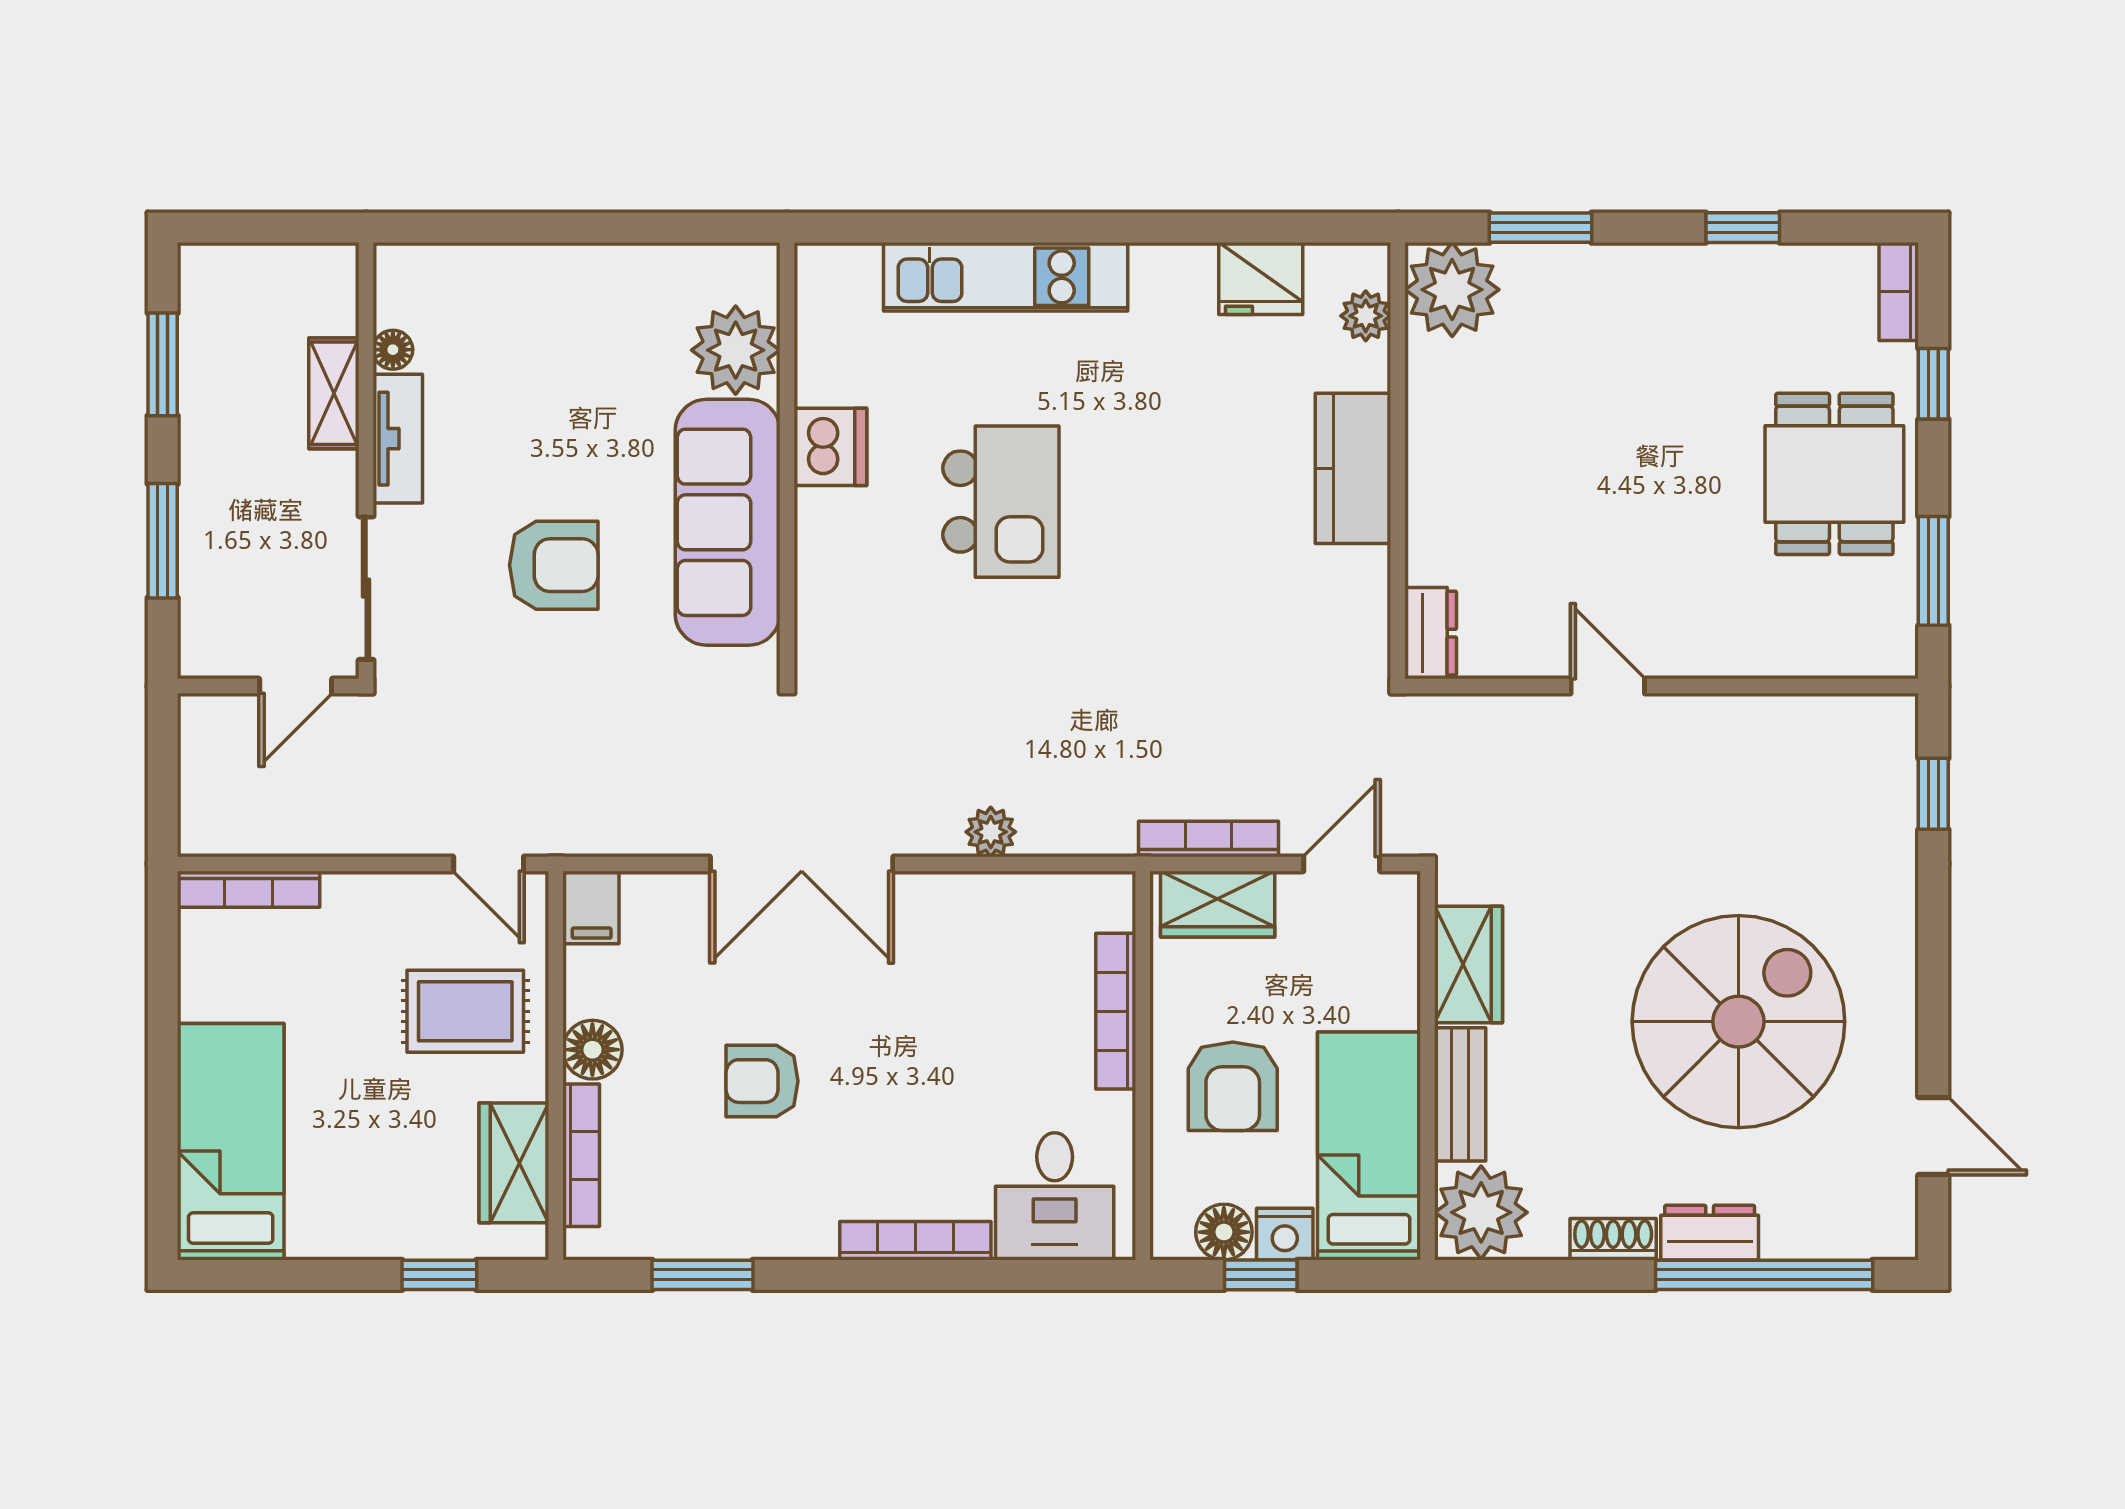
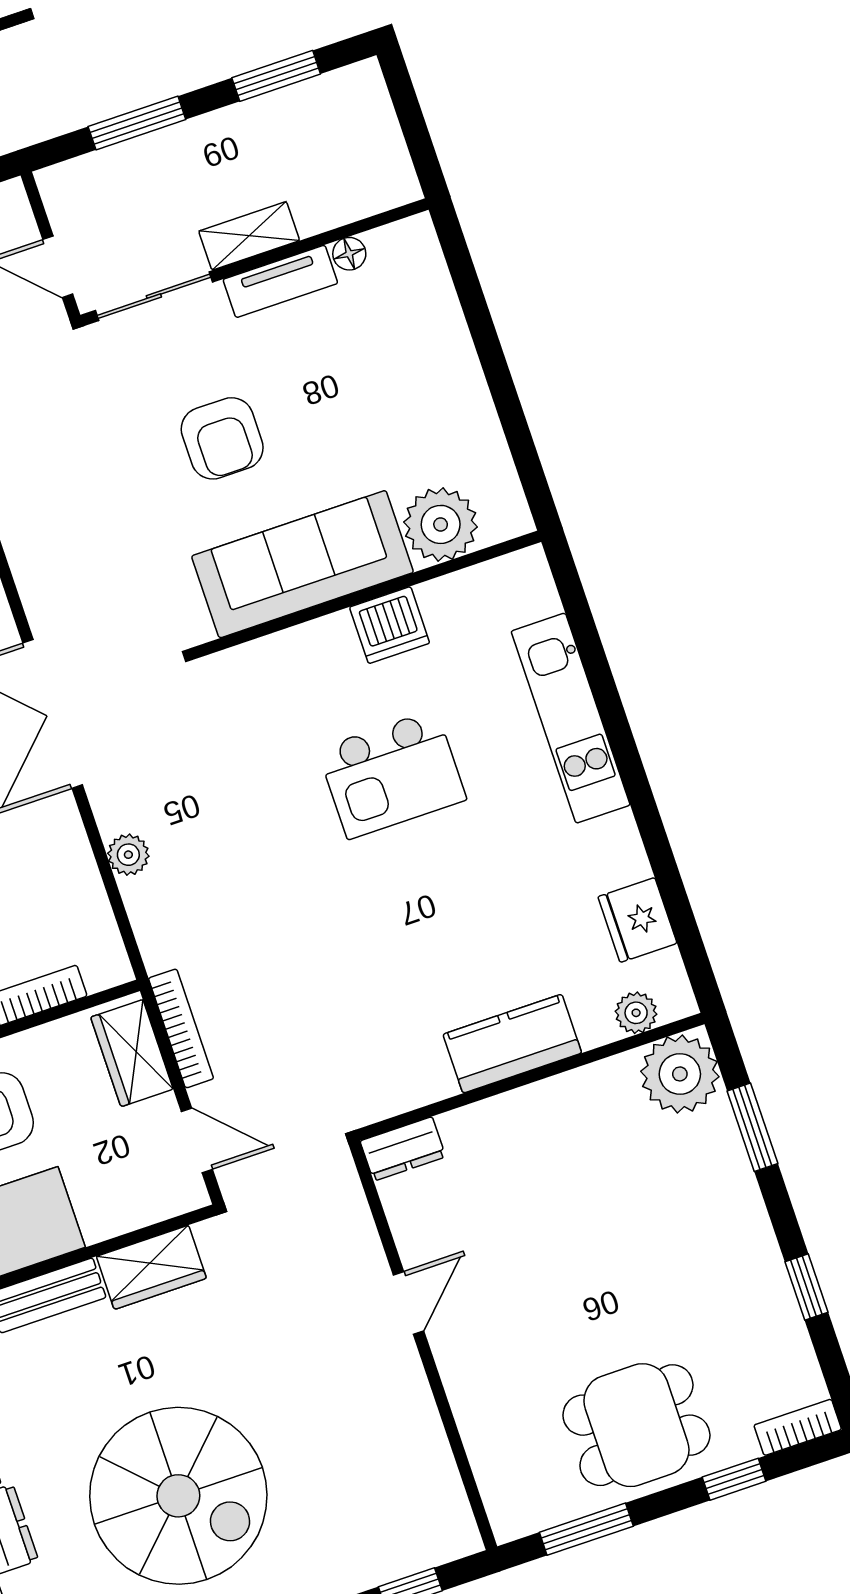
shelving: (334, 393) -> (249, 236), moved

